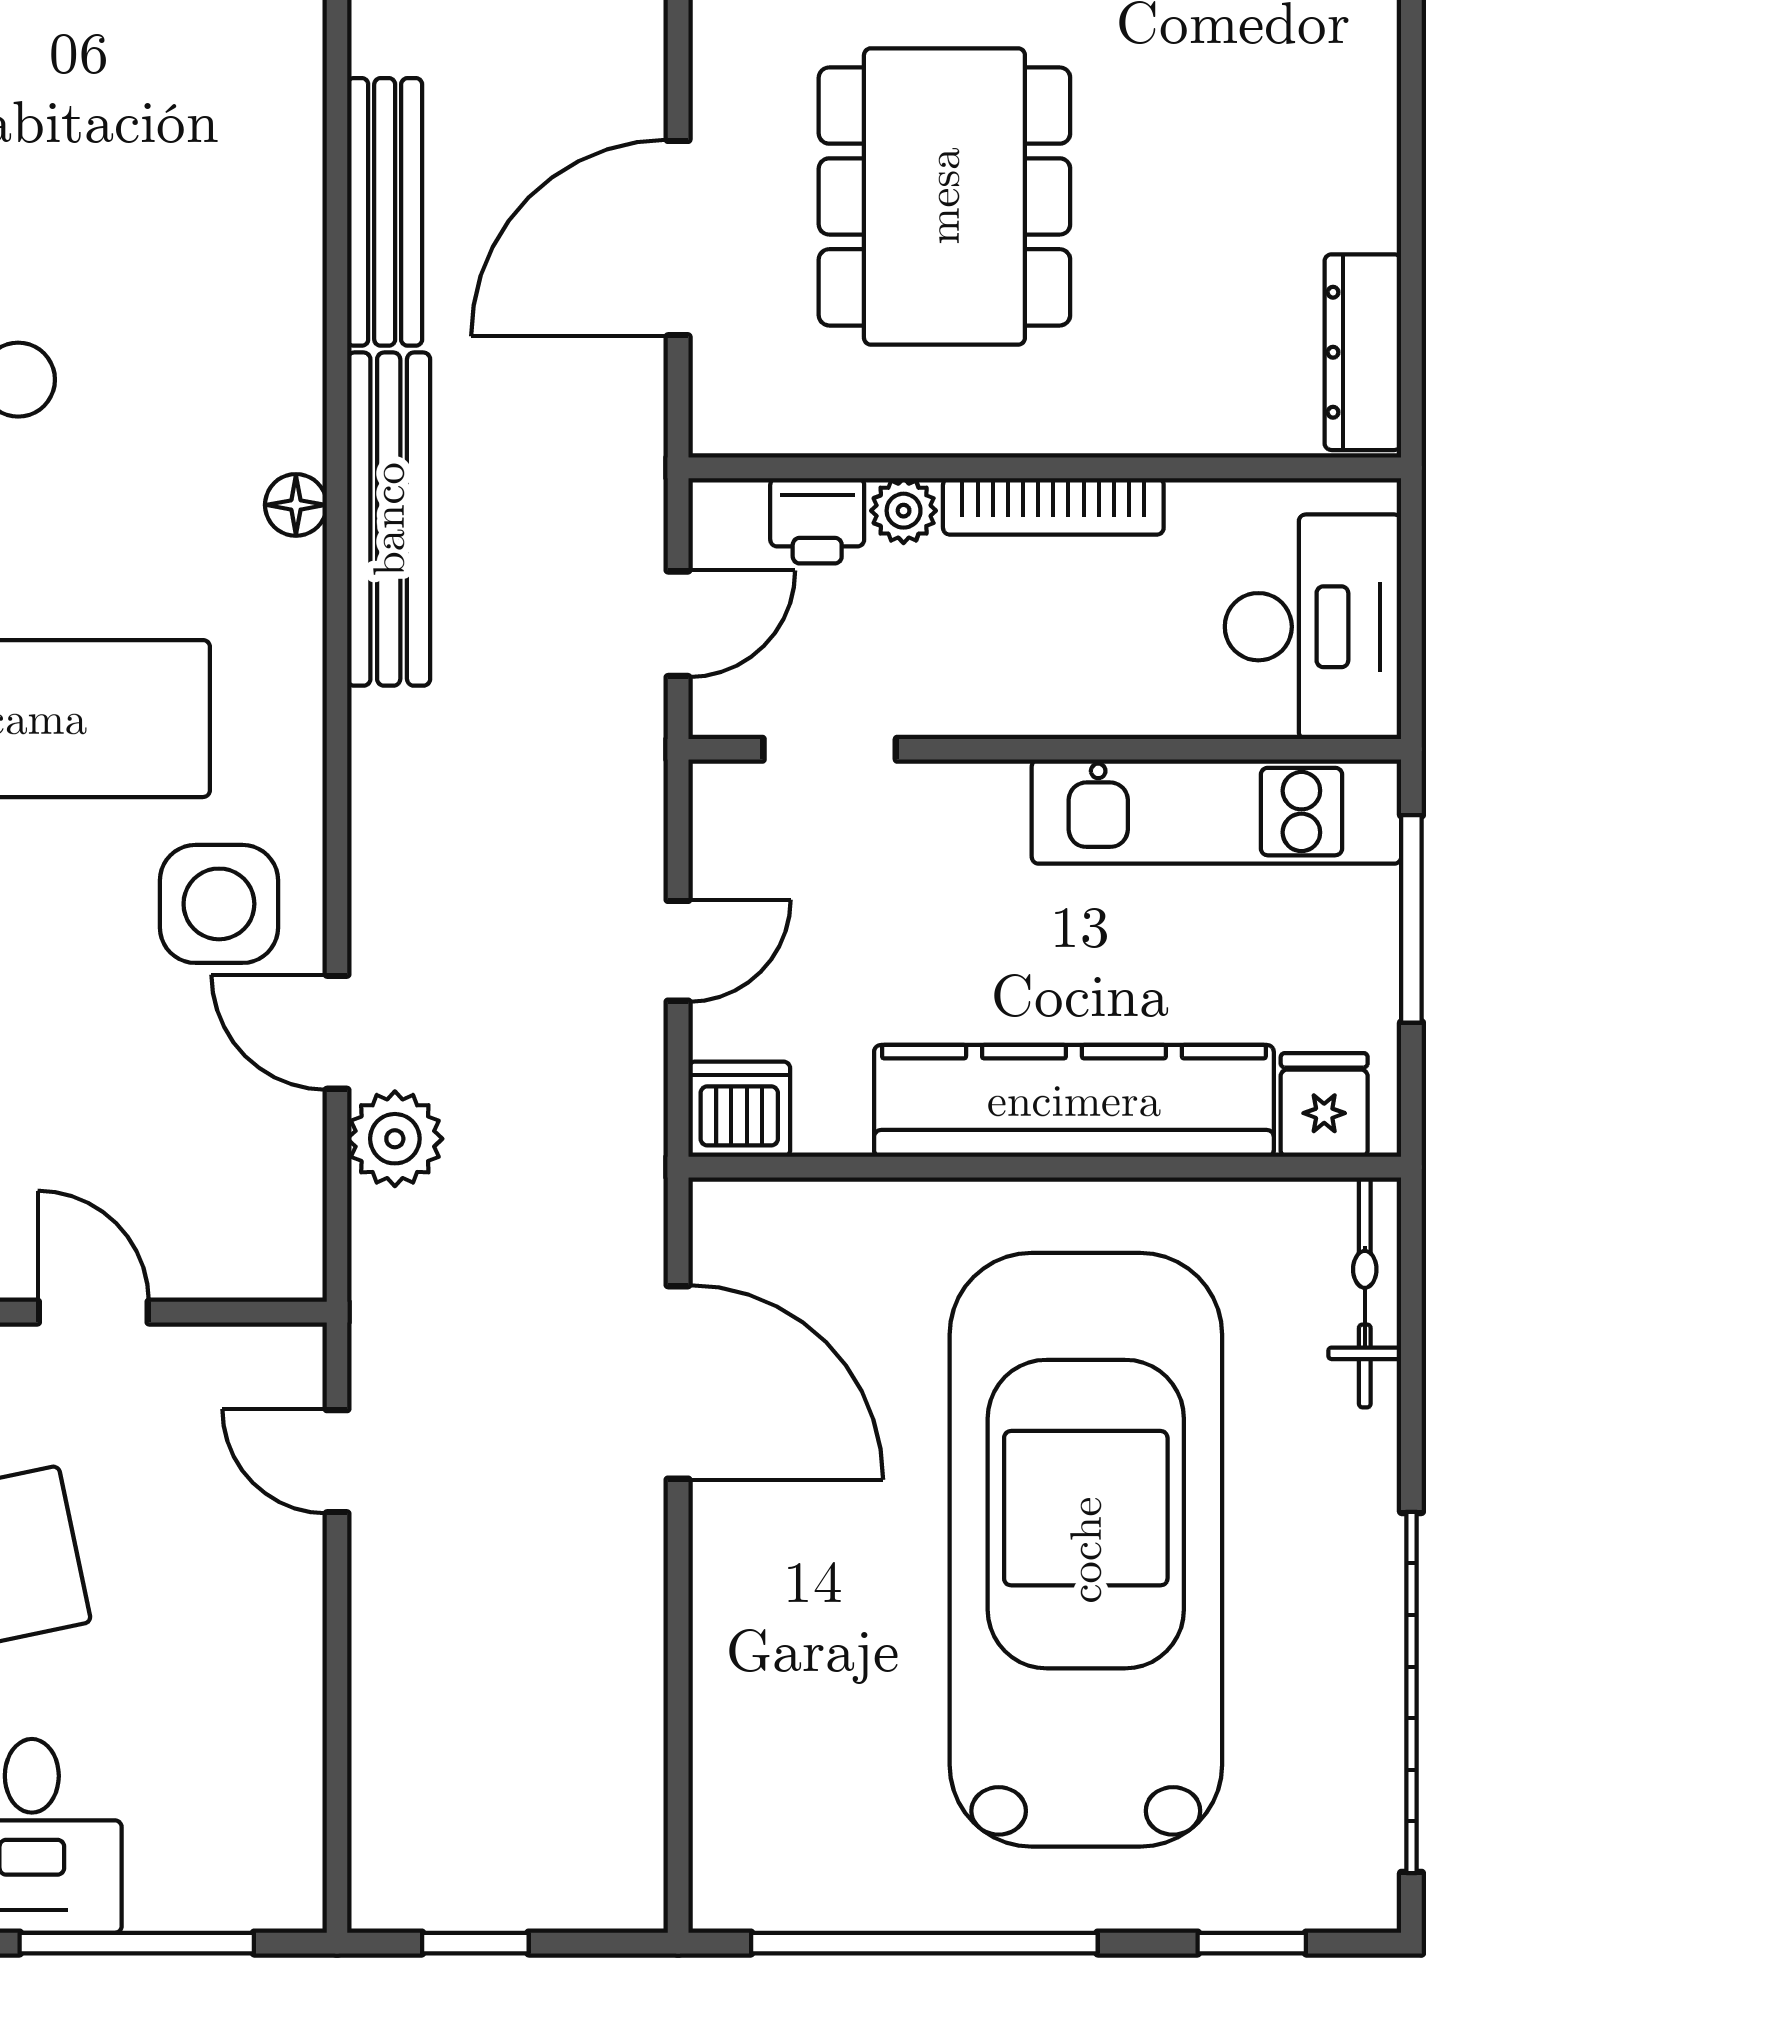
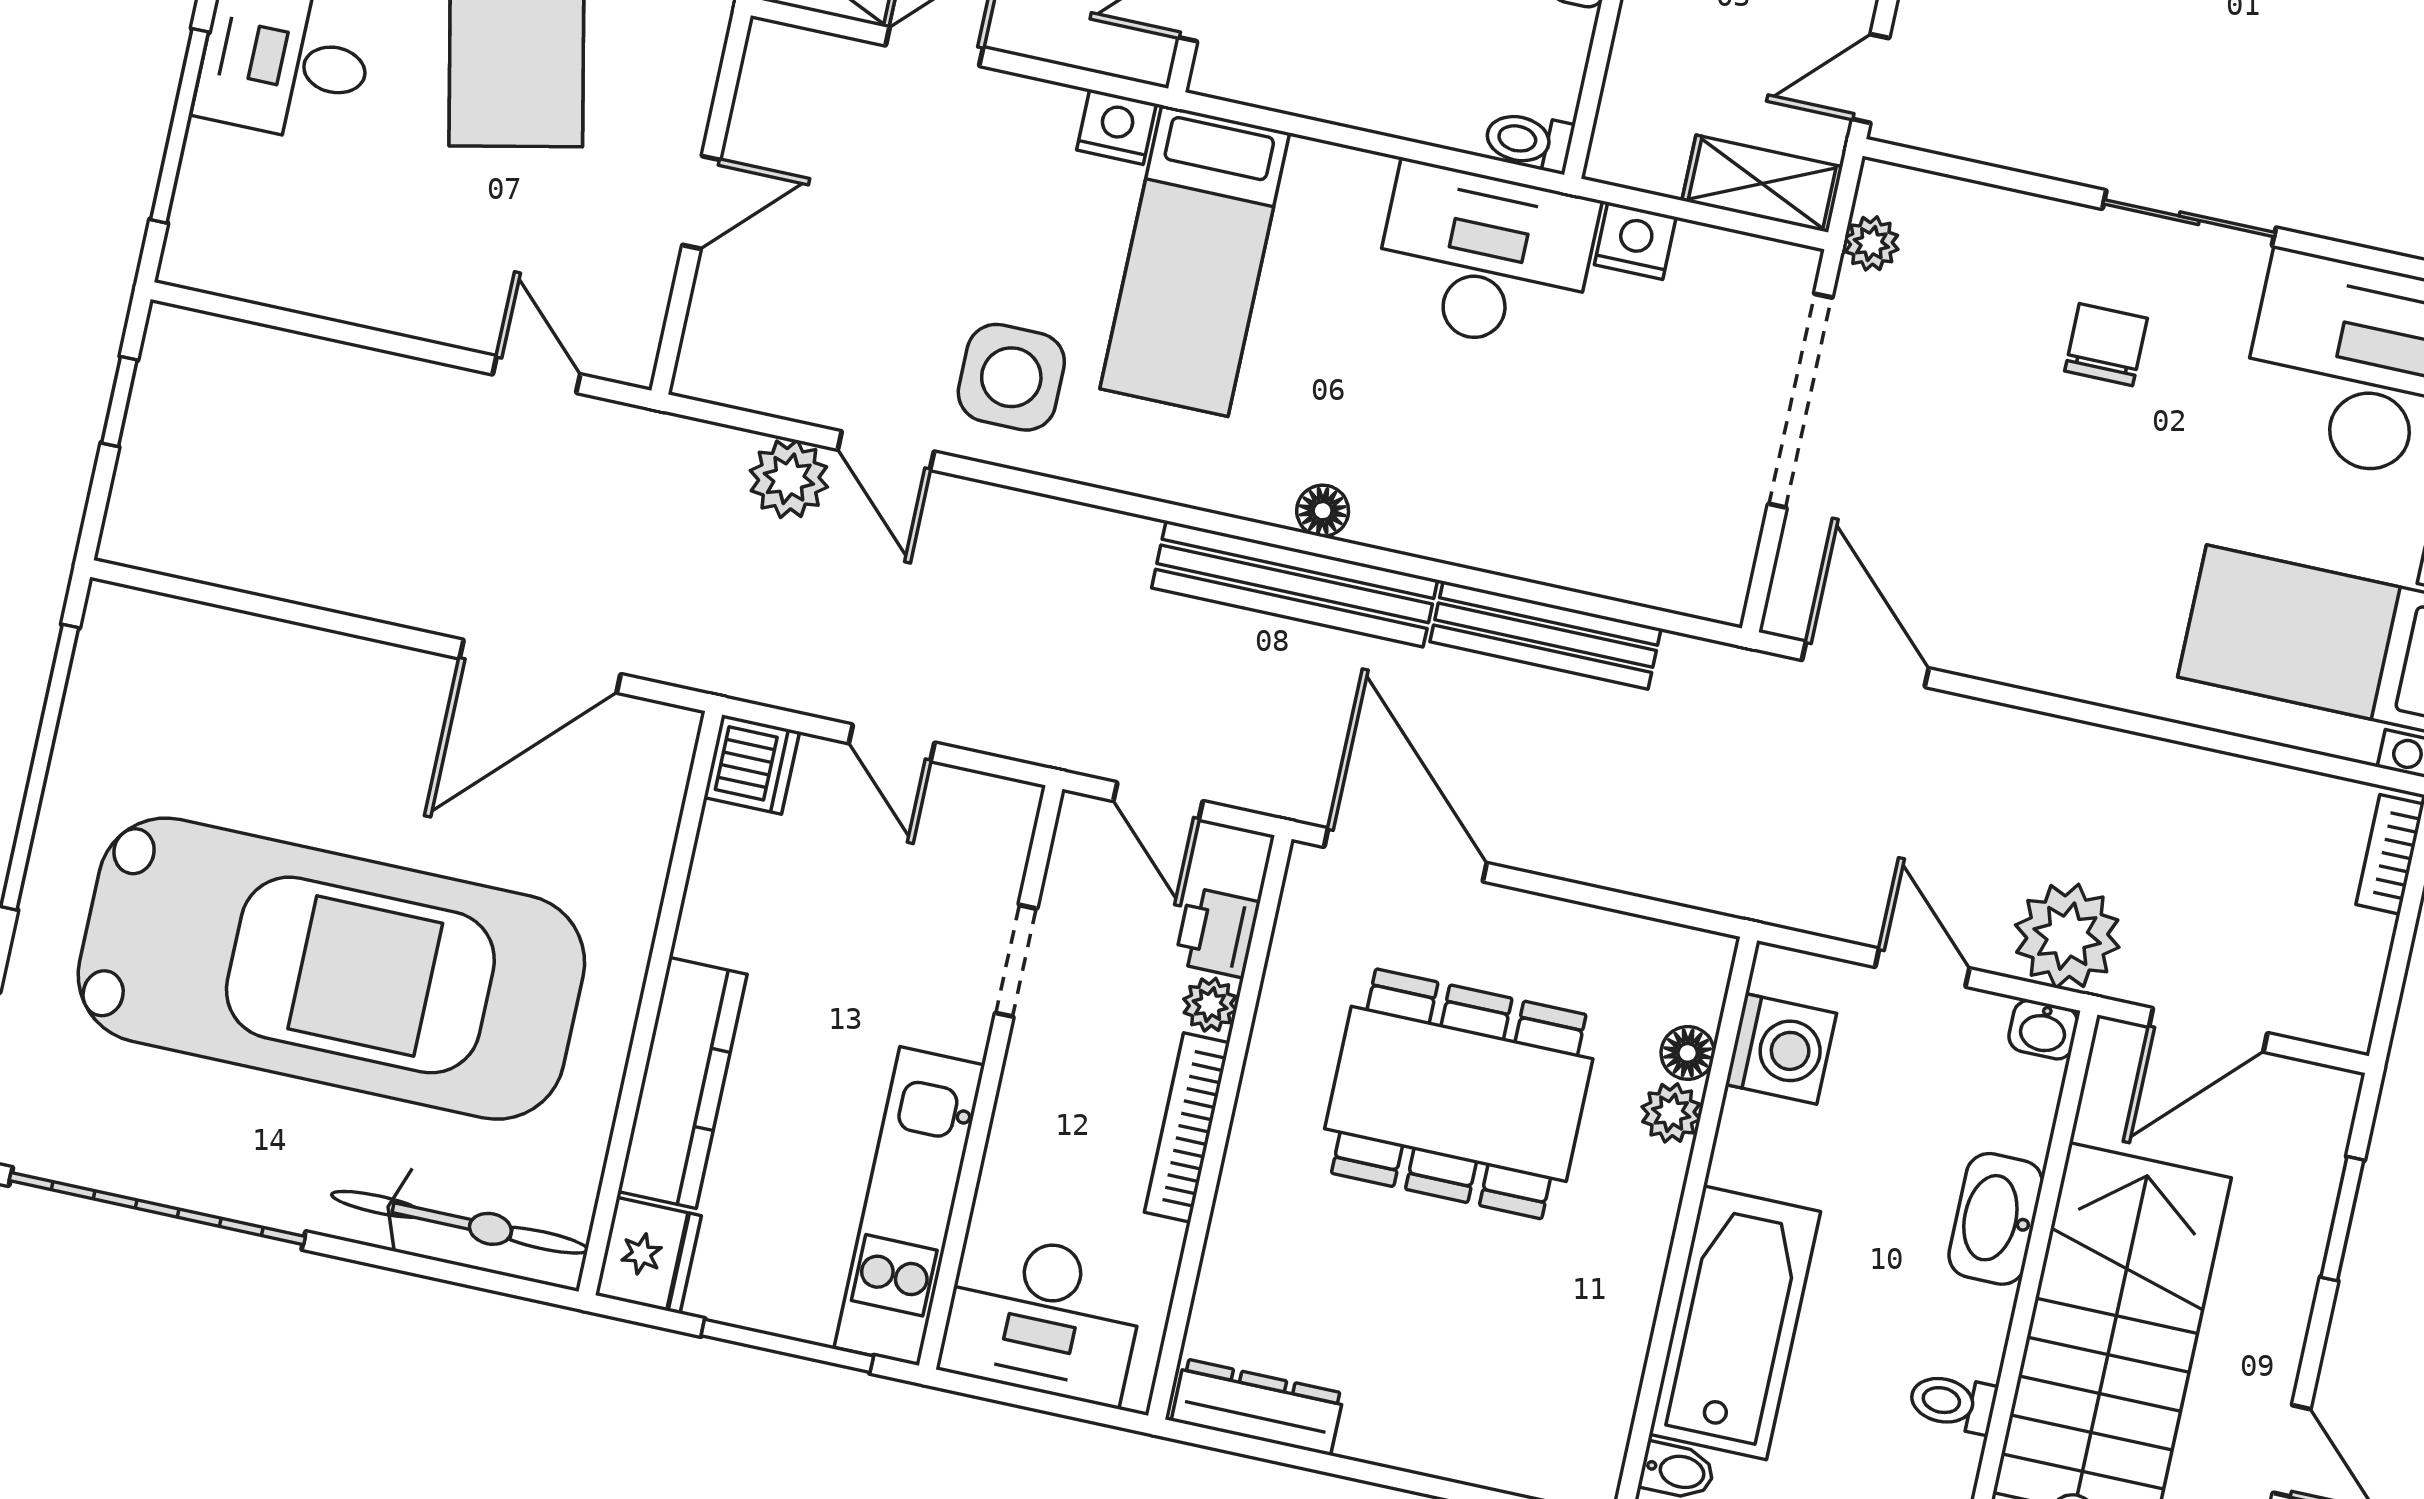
door: (678, 238) -> (1406, 855), moved
doorway: (830, 749) -> (1016, 961), moved
door: (337, 1032) -> (886, 451), swing flipped
kitchen counter: (1074, 1101) -> (683, 1083), width x0.72, depth x0.86
fridge: (1324, 1105) -> (648, 1255), width x1.38
bicycle: (1365, 1292) -> (460, 1222), width x1.37, depth x1.40
door: (337, 1461) -> (536, 374), hinge flipped

